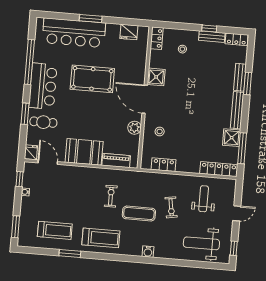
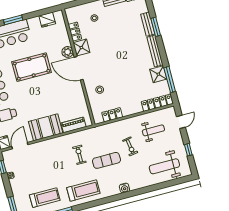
locker: (157, 38) -> (75, 32), moved
plant: (134, 128) -> (68, 52), moved
door: (48, 162) -> (20, 146), hinge flipped
weight bench: (204, 199) -> (153, 130), turned 90
door: (237, 213) -> (181, 122), moved
window: (234, 248) -> (188, 150), moved

